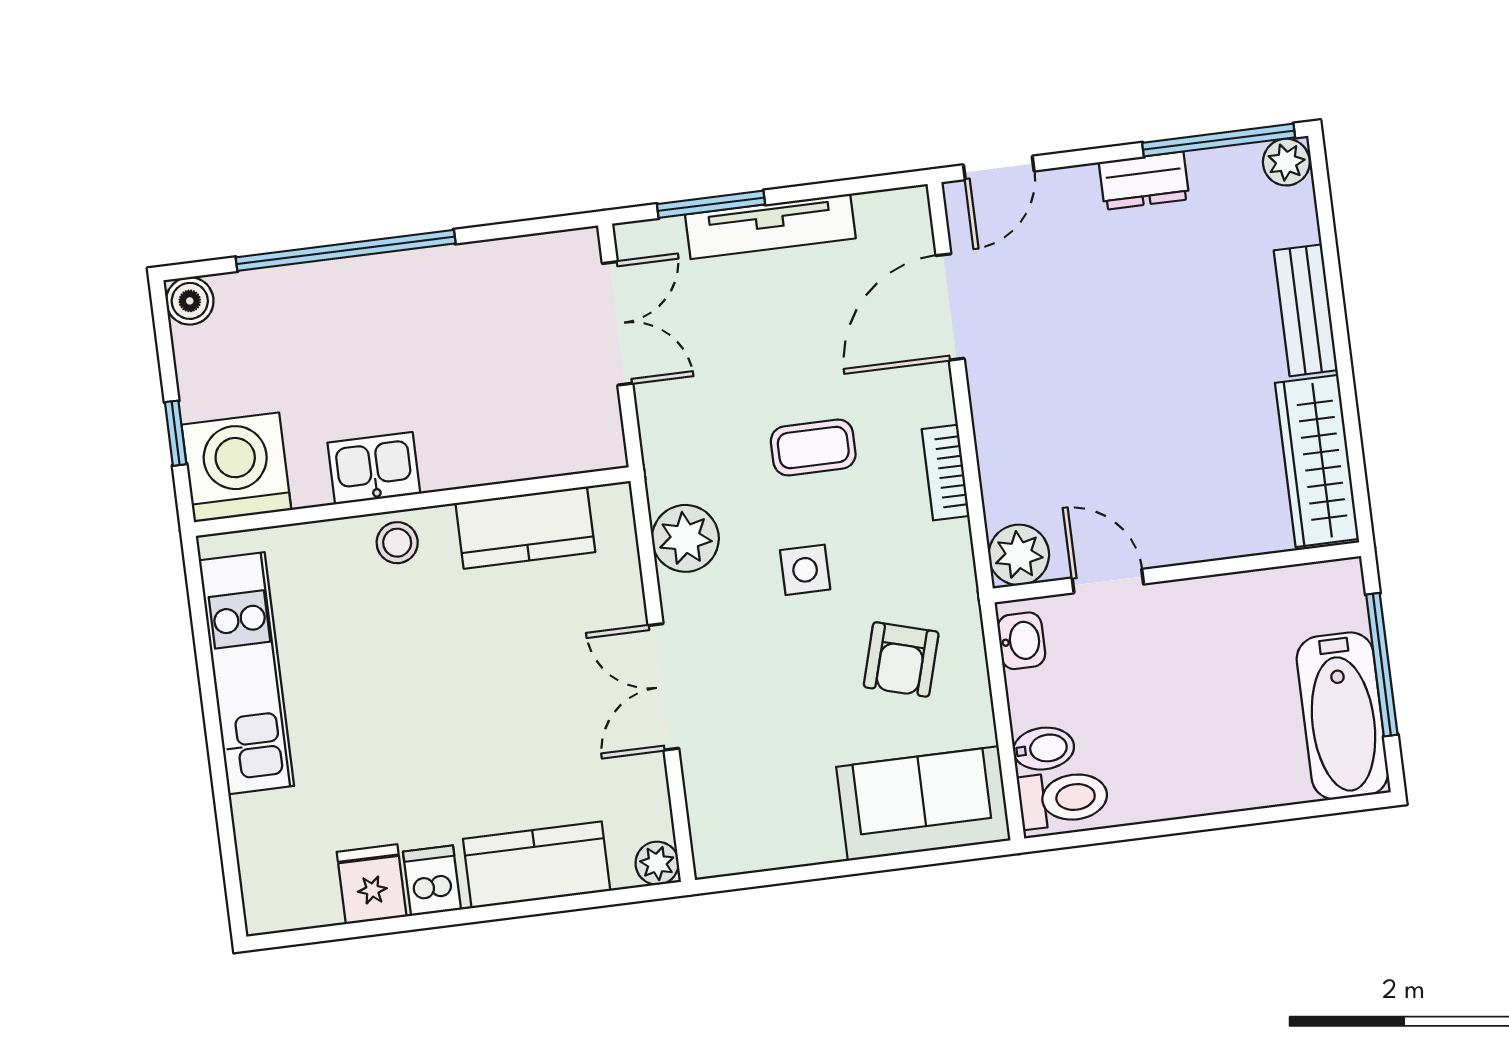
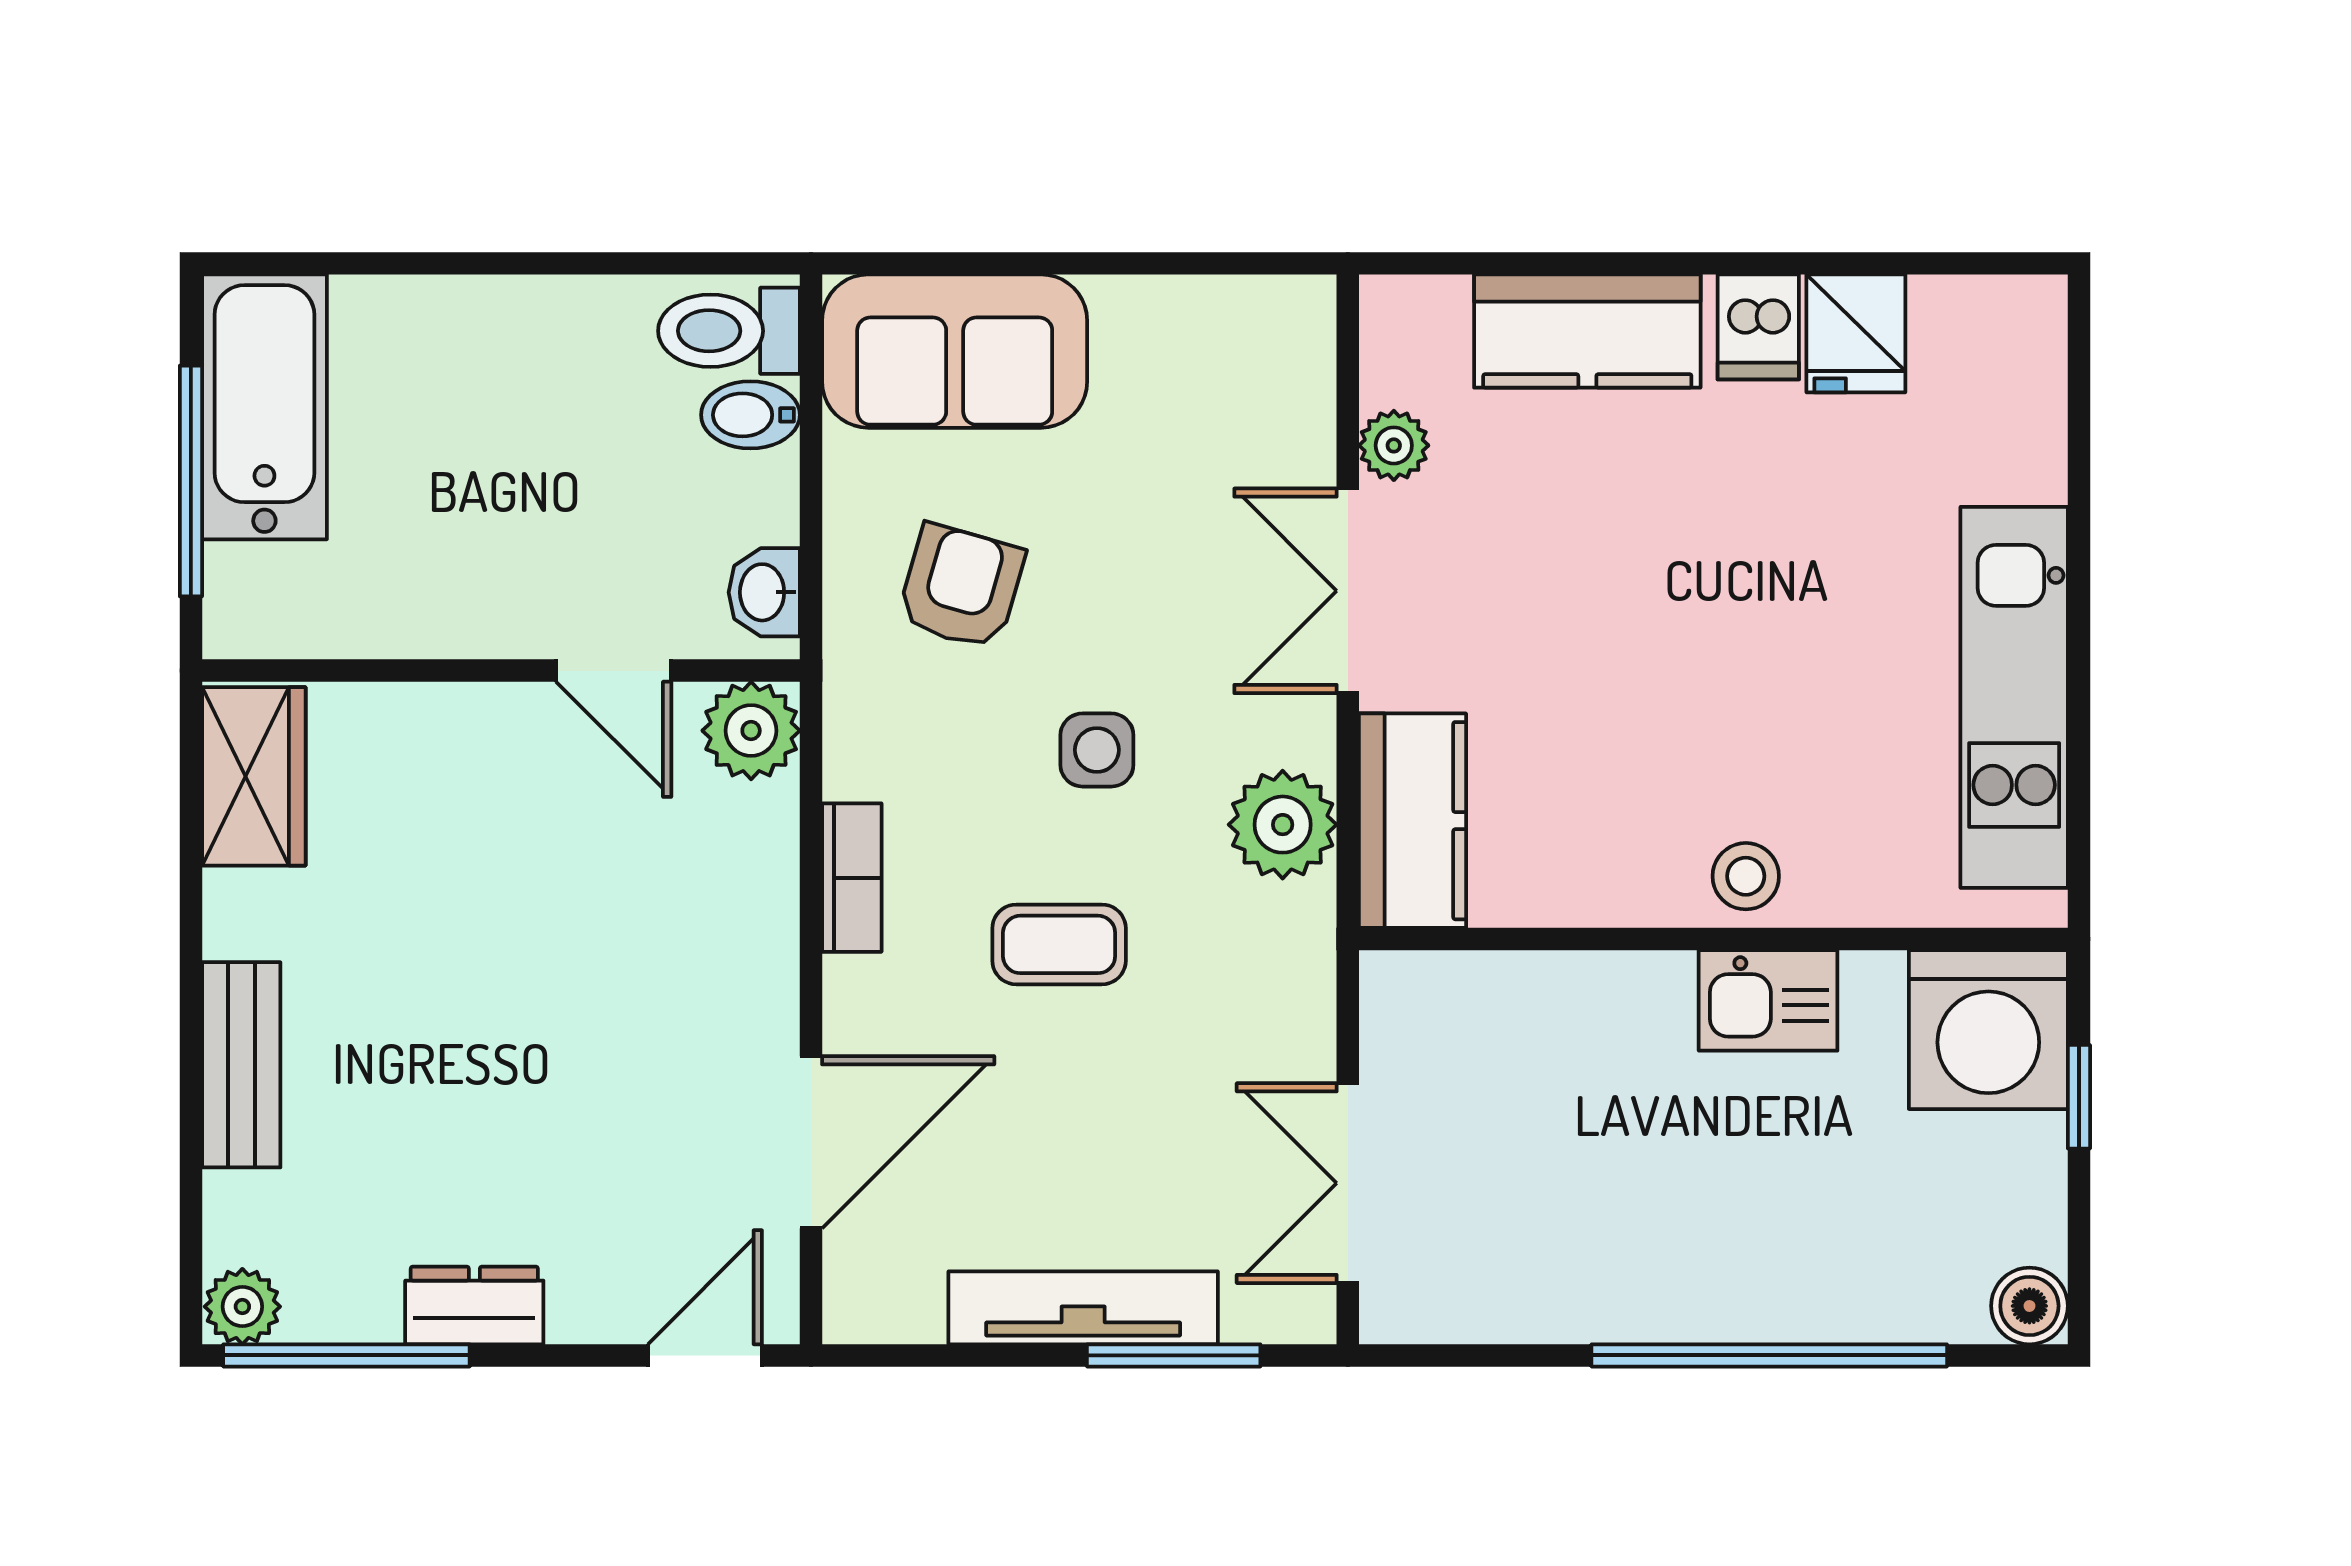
wardrobe: (1317, 461) -> (254, 776), width x0.67
kitchen counter: (525, 528) -> (1413, 821), moved, turned 90
double door: (663, 687) -> (1348, 591), swing flipped
plant: (657, 863) -> (1394, 445), moved

